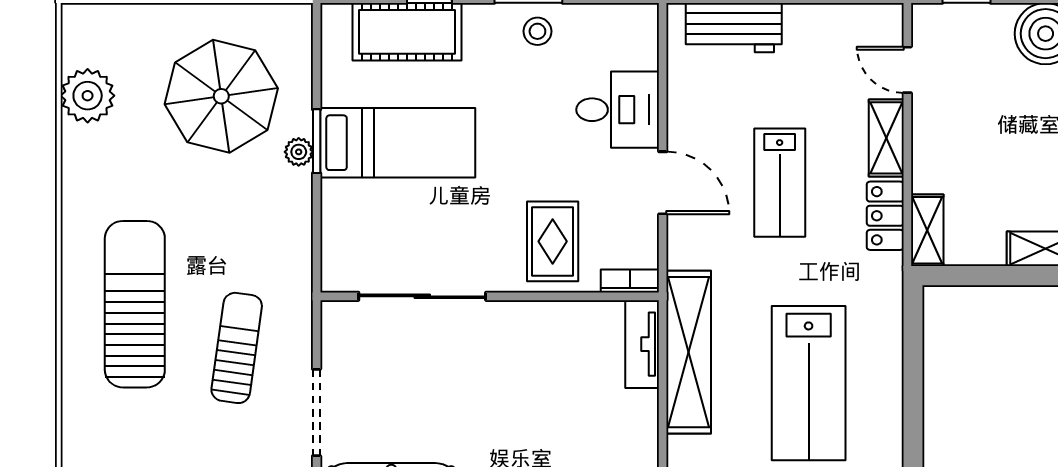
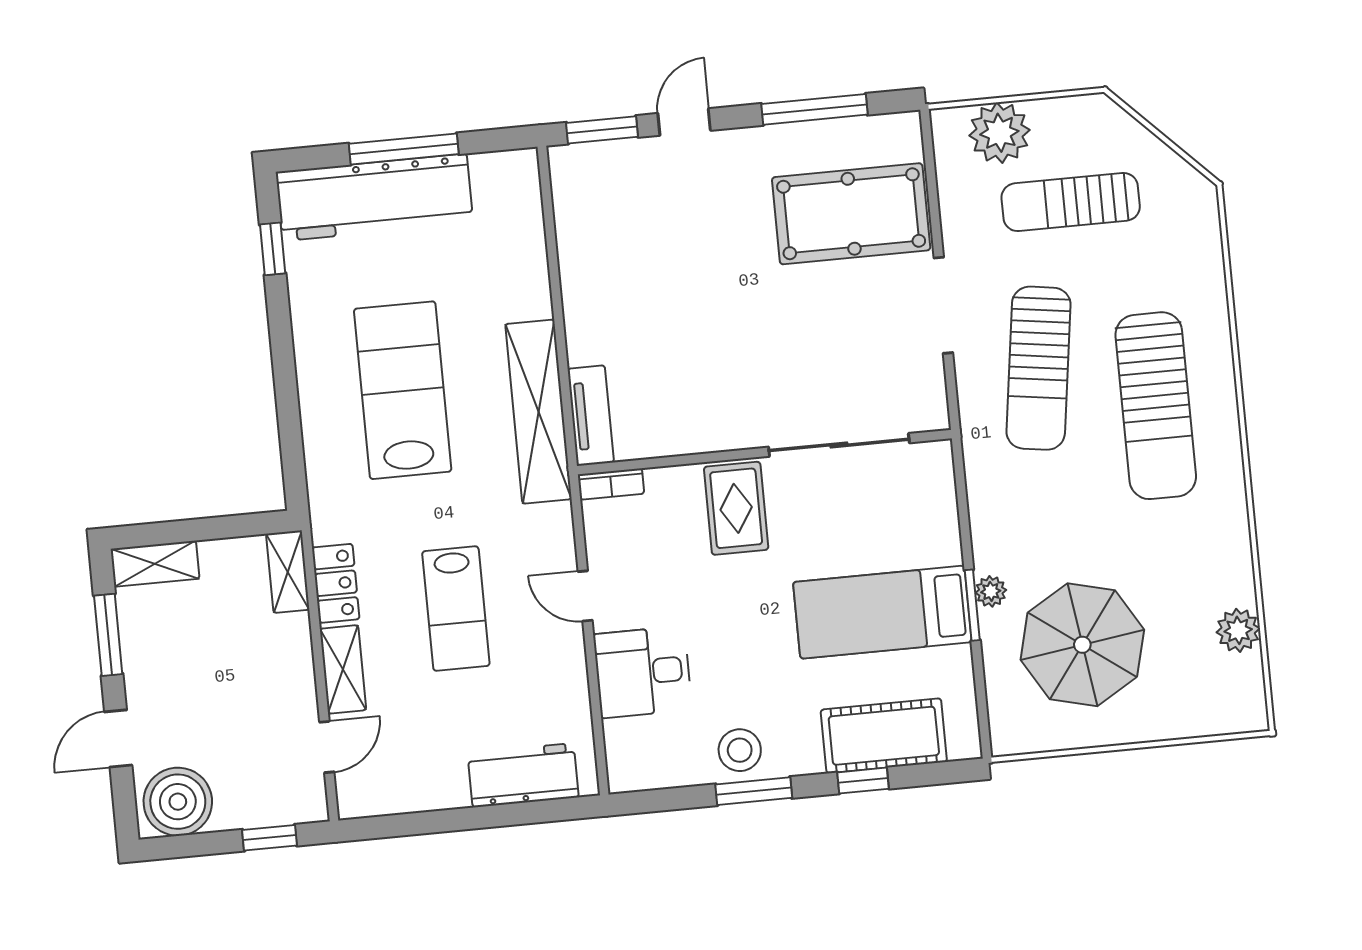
stool: (537, 31) -> (740, 750), width x1.37, depth x1.37
door: (907, 70) -> (327, 747), hinge flipped
plant: (88, 96) -> (1238, 630), width x0.73, depth x0.73
door: (663, 183) -> (585, 596), width x0.73
lab bench: (780, 183) -> (456, 609), turned 180
rug: (553, 241) -> (736, 508), moved
sun lounger: (237, 348) -> (1038, 368), width x1.36, depth x1.34

